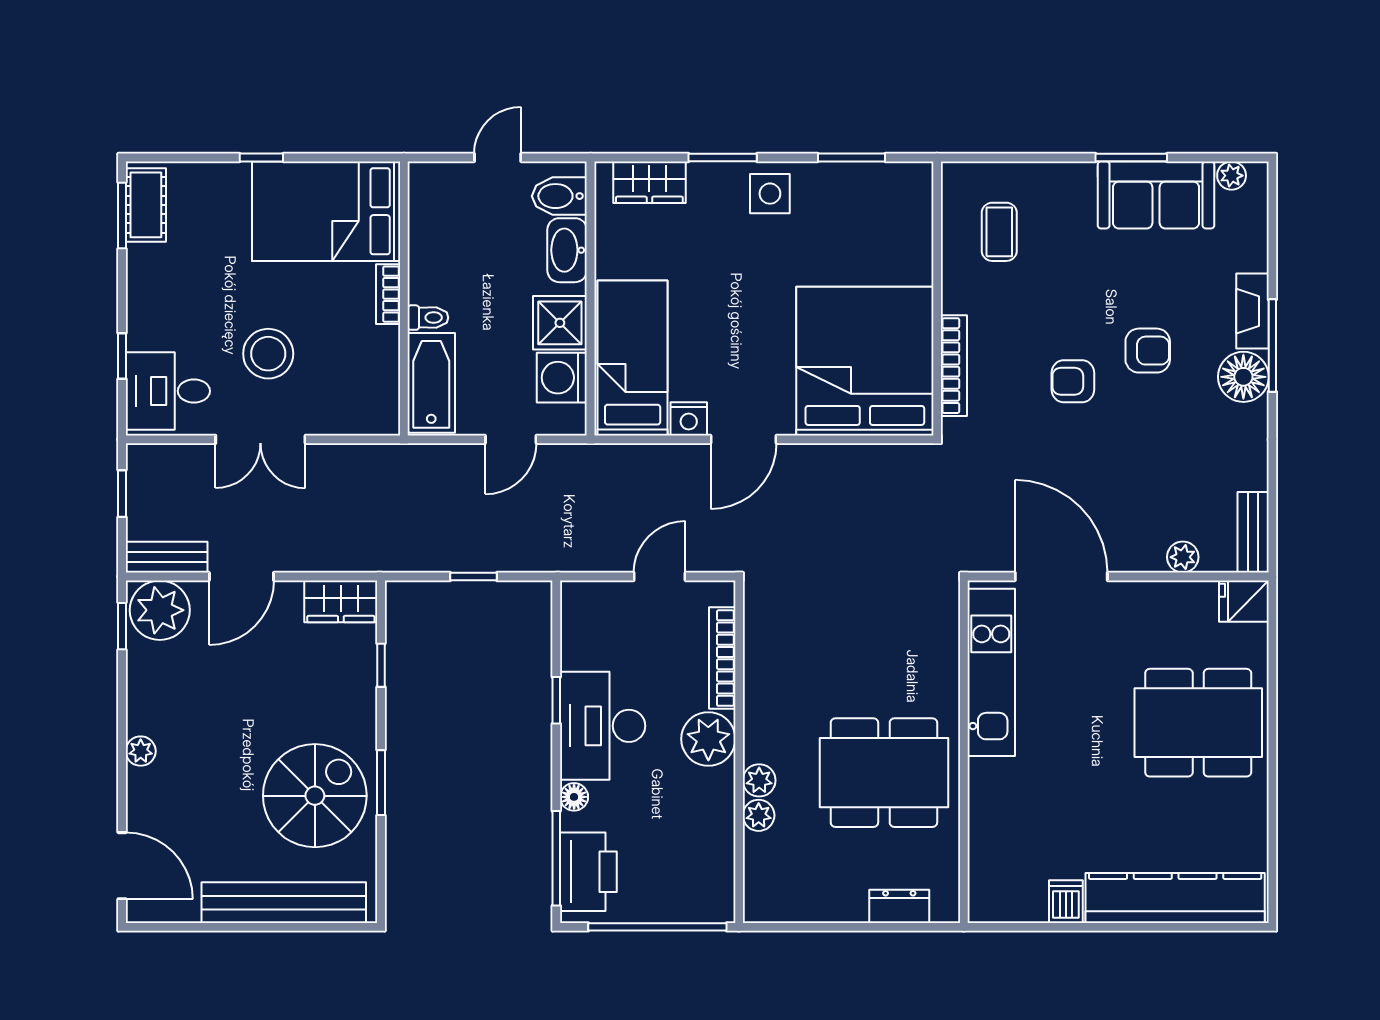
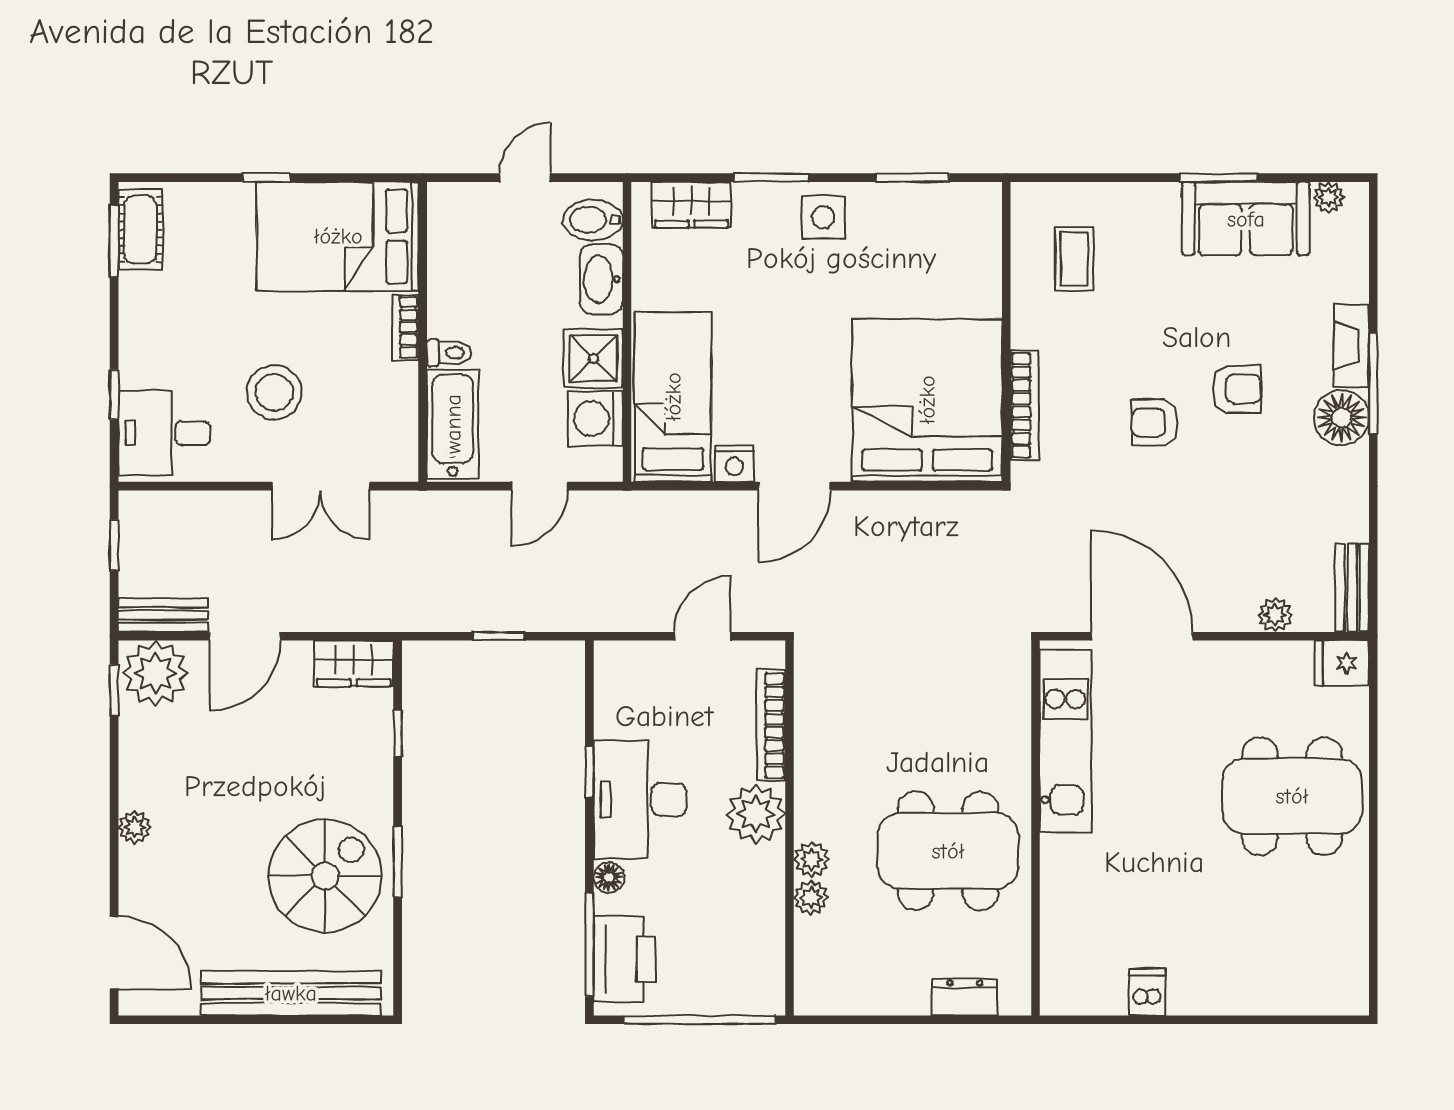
double door: (260, 439) -> (321, 486), moved
kitchen counter: (1175, 898) -> (1267, 988), removed

